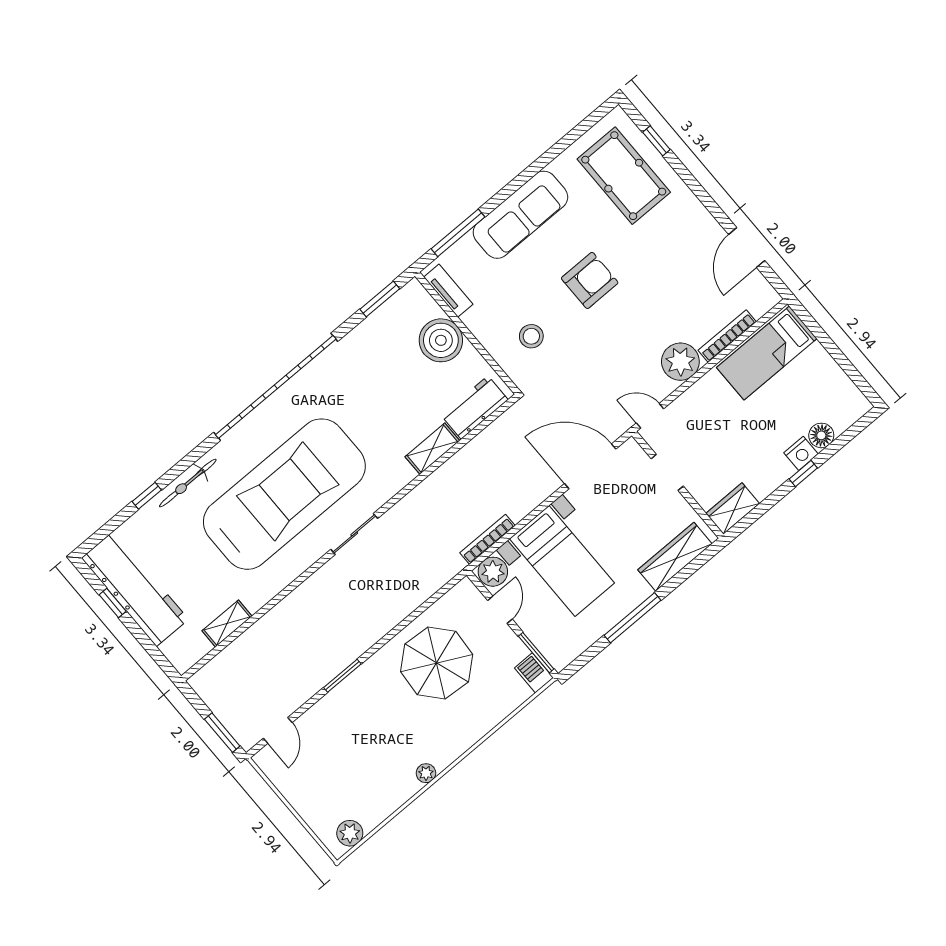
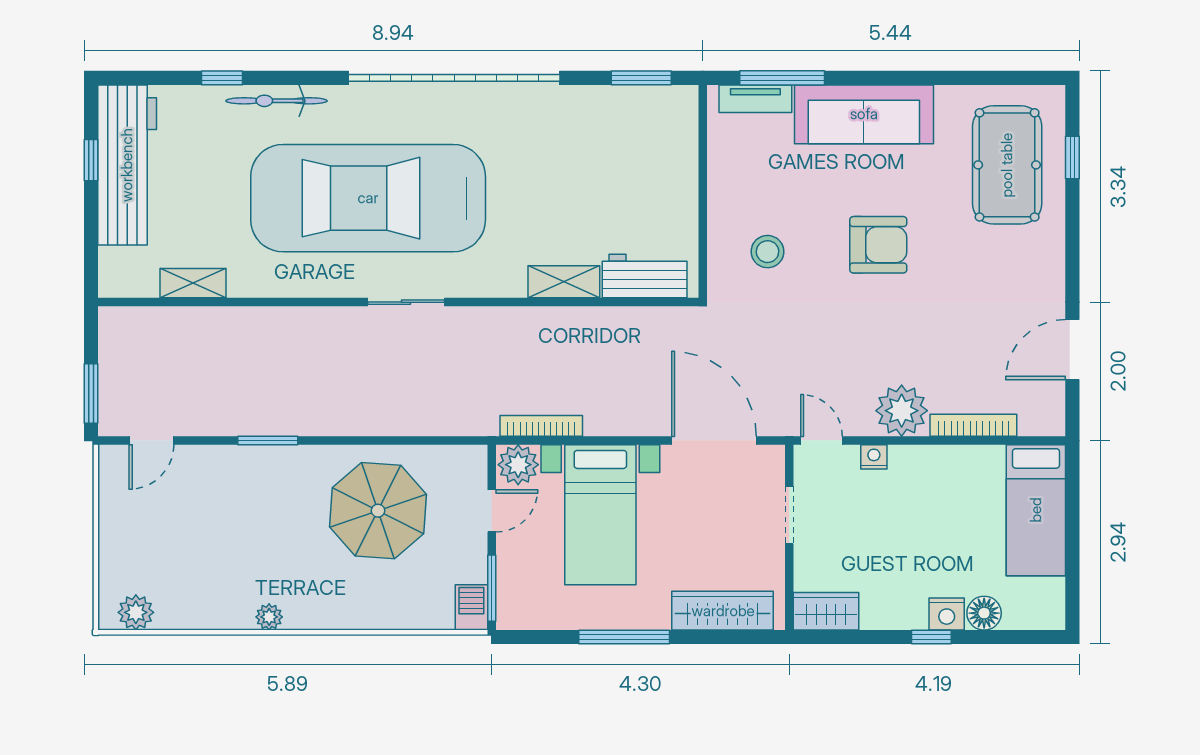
tv unit: (448, 291) -> (755, 99), moved, turned 90
boiler: (441, 340) -> (669, 176), removed
bed: (767, 353) -> (1036, 510), moved, turned -90
nightstand: (687, 400) -> (874, 457), added
car: (284, 494) -> (368, 198), turned 180

